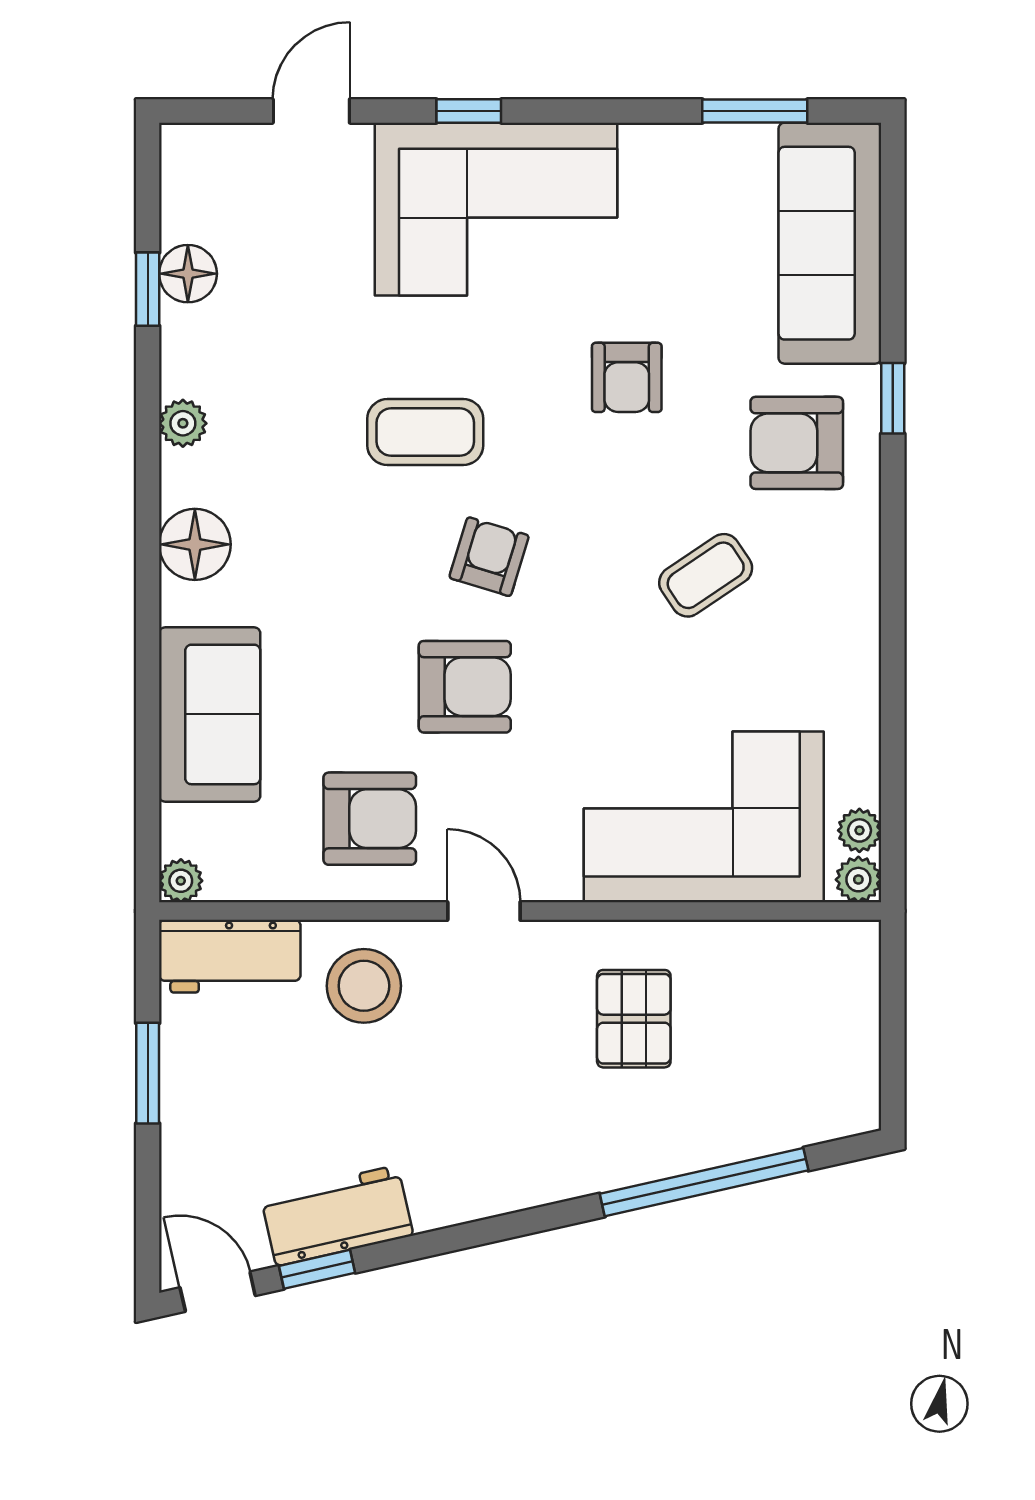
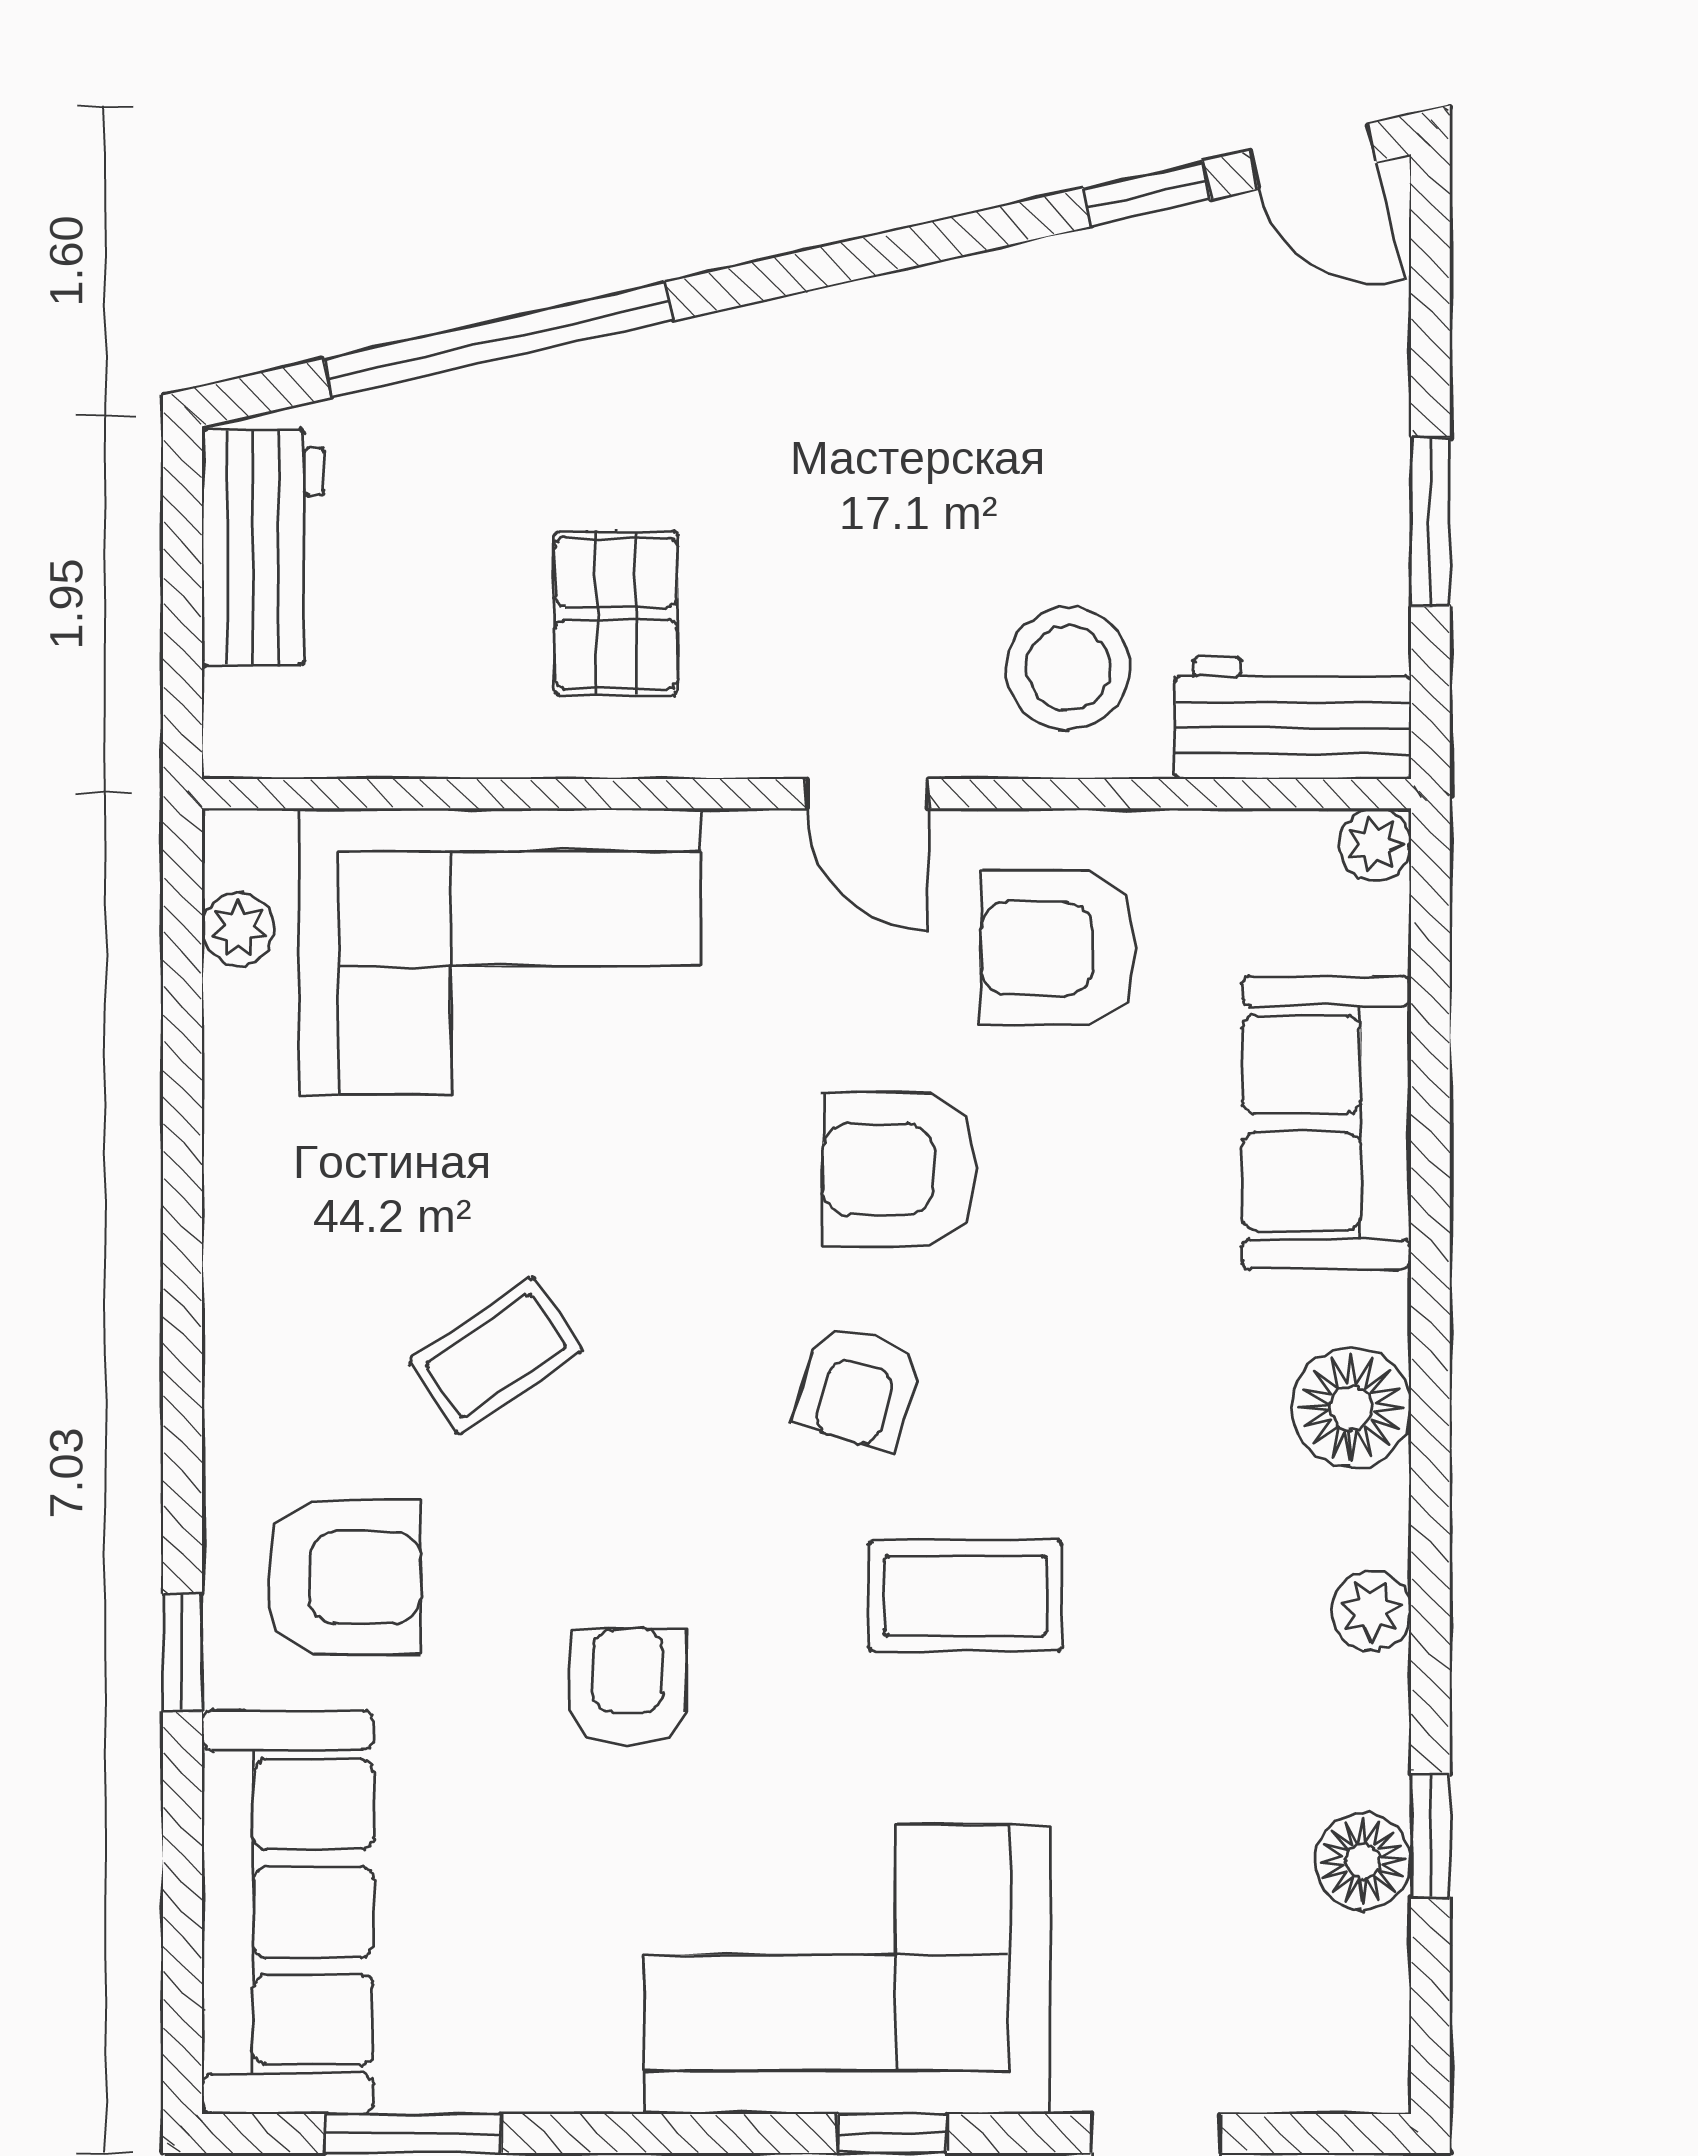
plant: (858, 880) -> (240, 846), removed
workbench: (337, 1216) -> (263, 547), moved, turned -77

